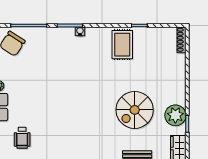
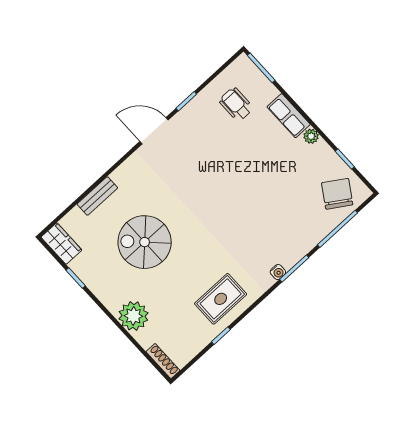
rug: (122, 45) -> (221, 299), turned 90
spiral stairs: (135, 110) -> (145, 242), turned -90
plant: (175, 115) -> (133, 316), moved

